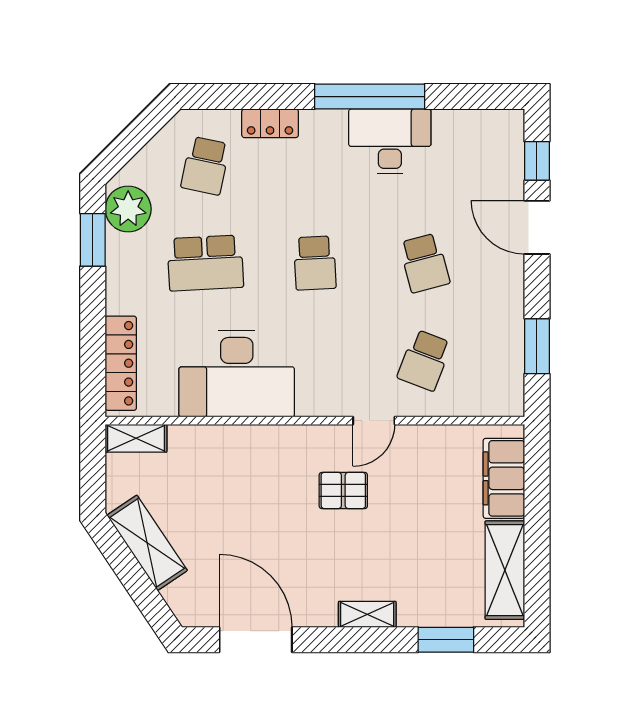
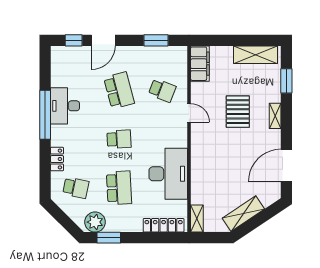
school desk: (424, 263) -> (119, 90), width x1.85
filing cabinet: (504, 478) -> (200, 64), moved, turned -90
pallet: (343, 490) -> (238, 112), moved, width x1.50, depth x1.42

